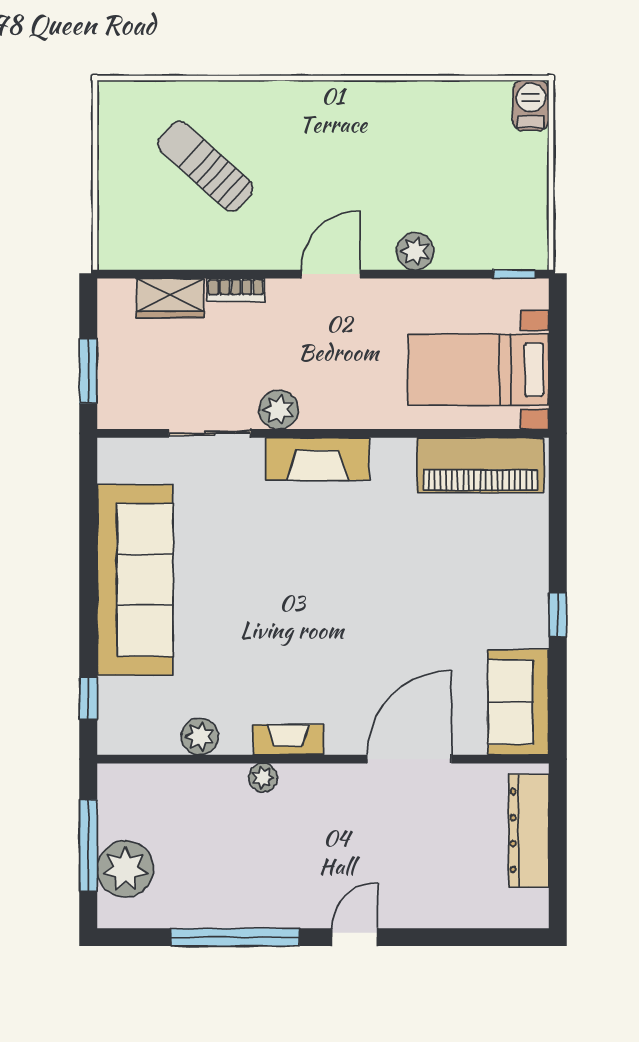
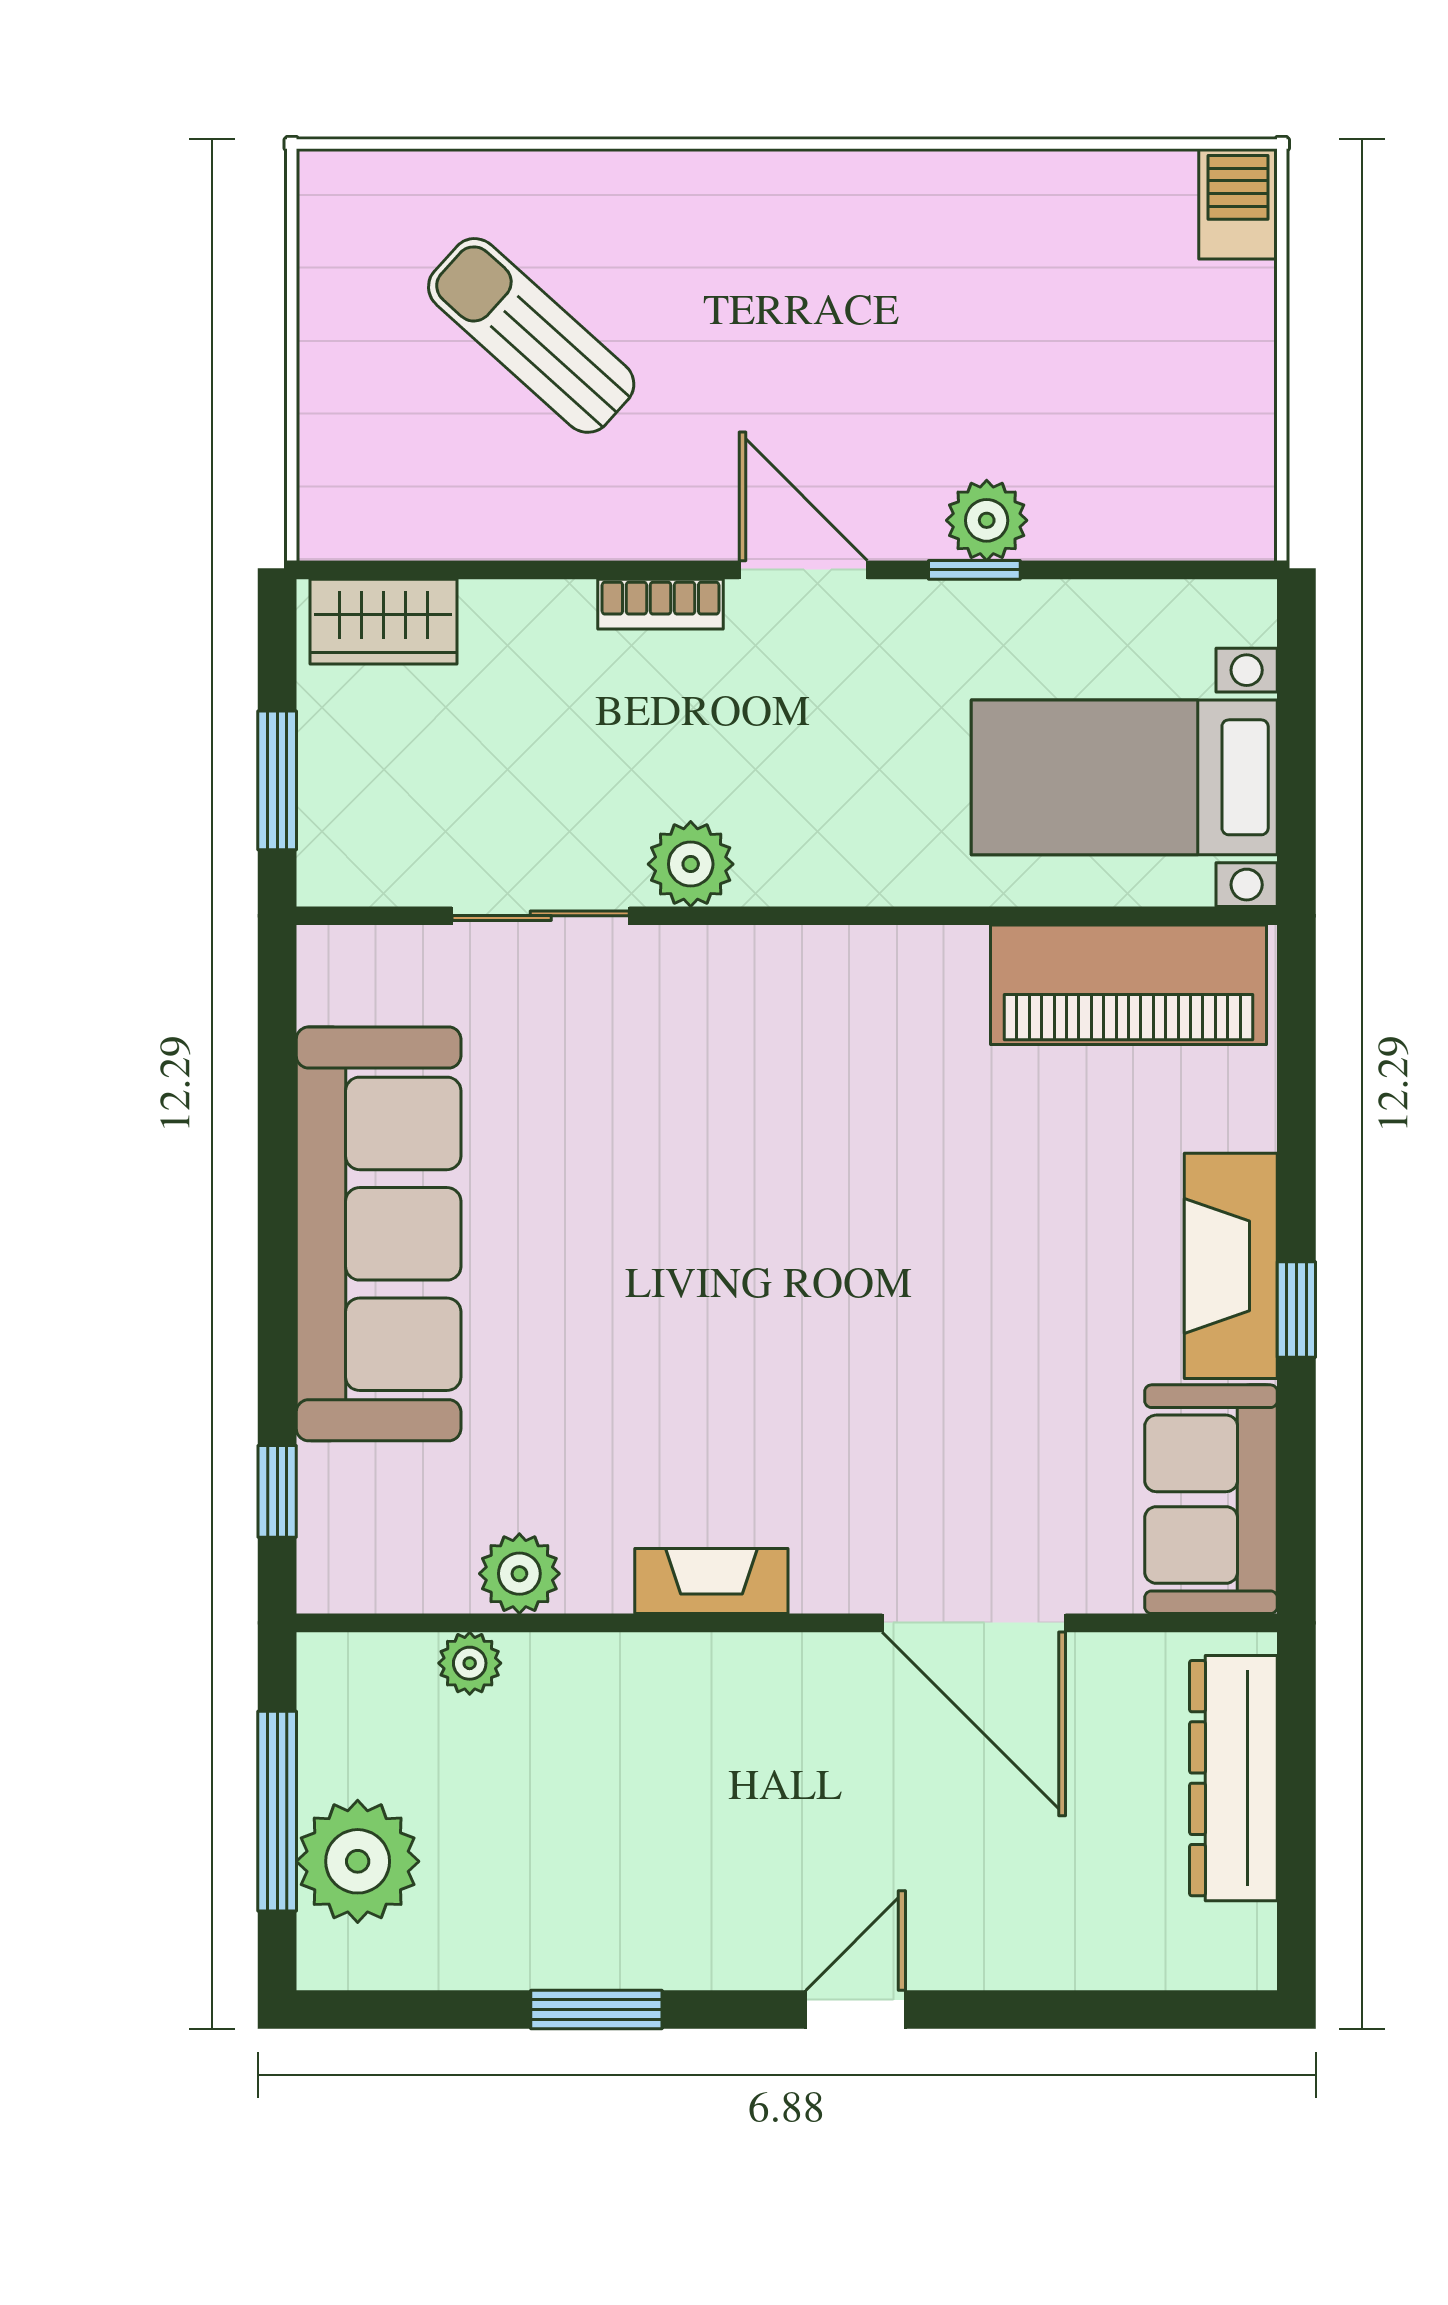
door: (331, 274) -> (803, 570), hinge flipped
window: (514, 274) -> (974, 570), moved
bookcase: (236, 290) -> (661, 604), moved
wardrobe: (170, 298) -> (383, 622), moved
fireplace: (317, 459) -> (1231, 1266), moved, turned 90
door: (409, 759) -> (974, 1623), swing flipped
plant: (263, 778) -> (470, 1663), moved
window: (235, 937) -> (596, 2010), width x0.47

